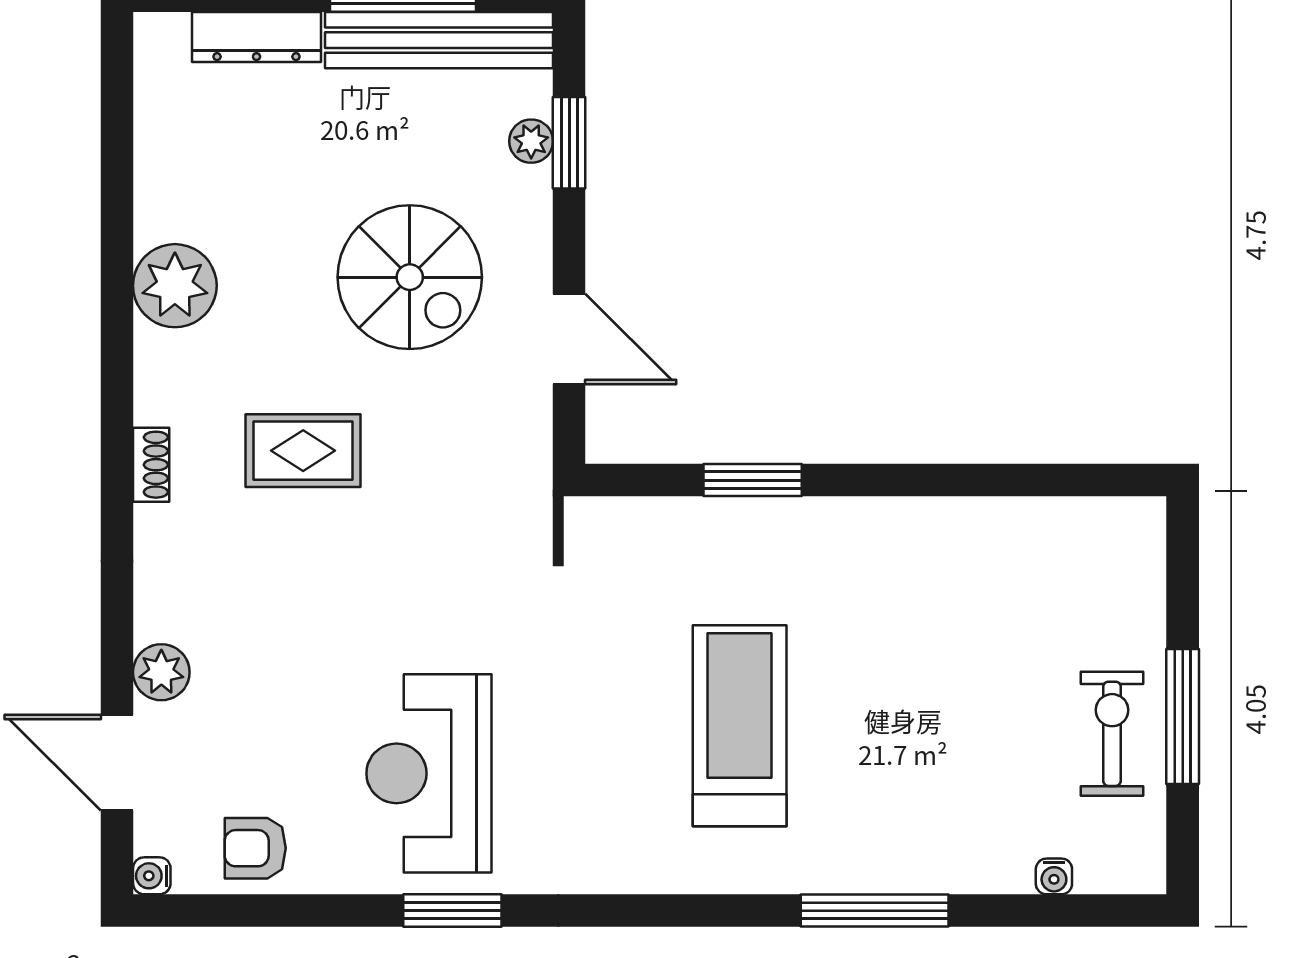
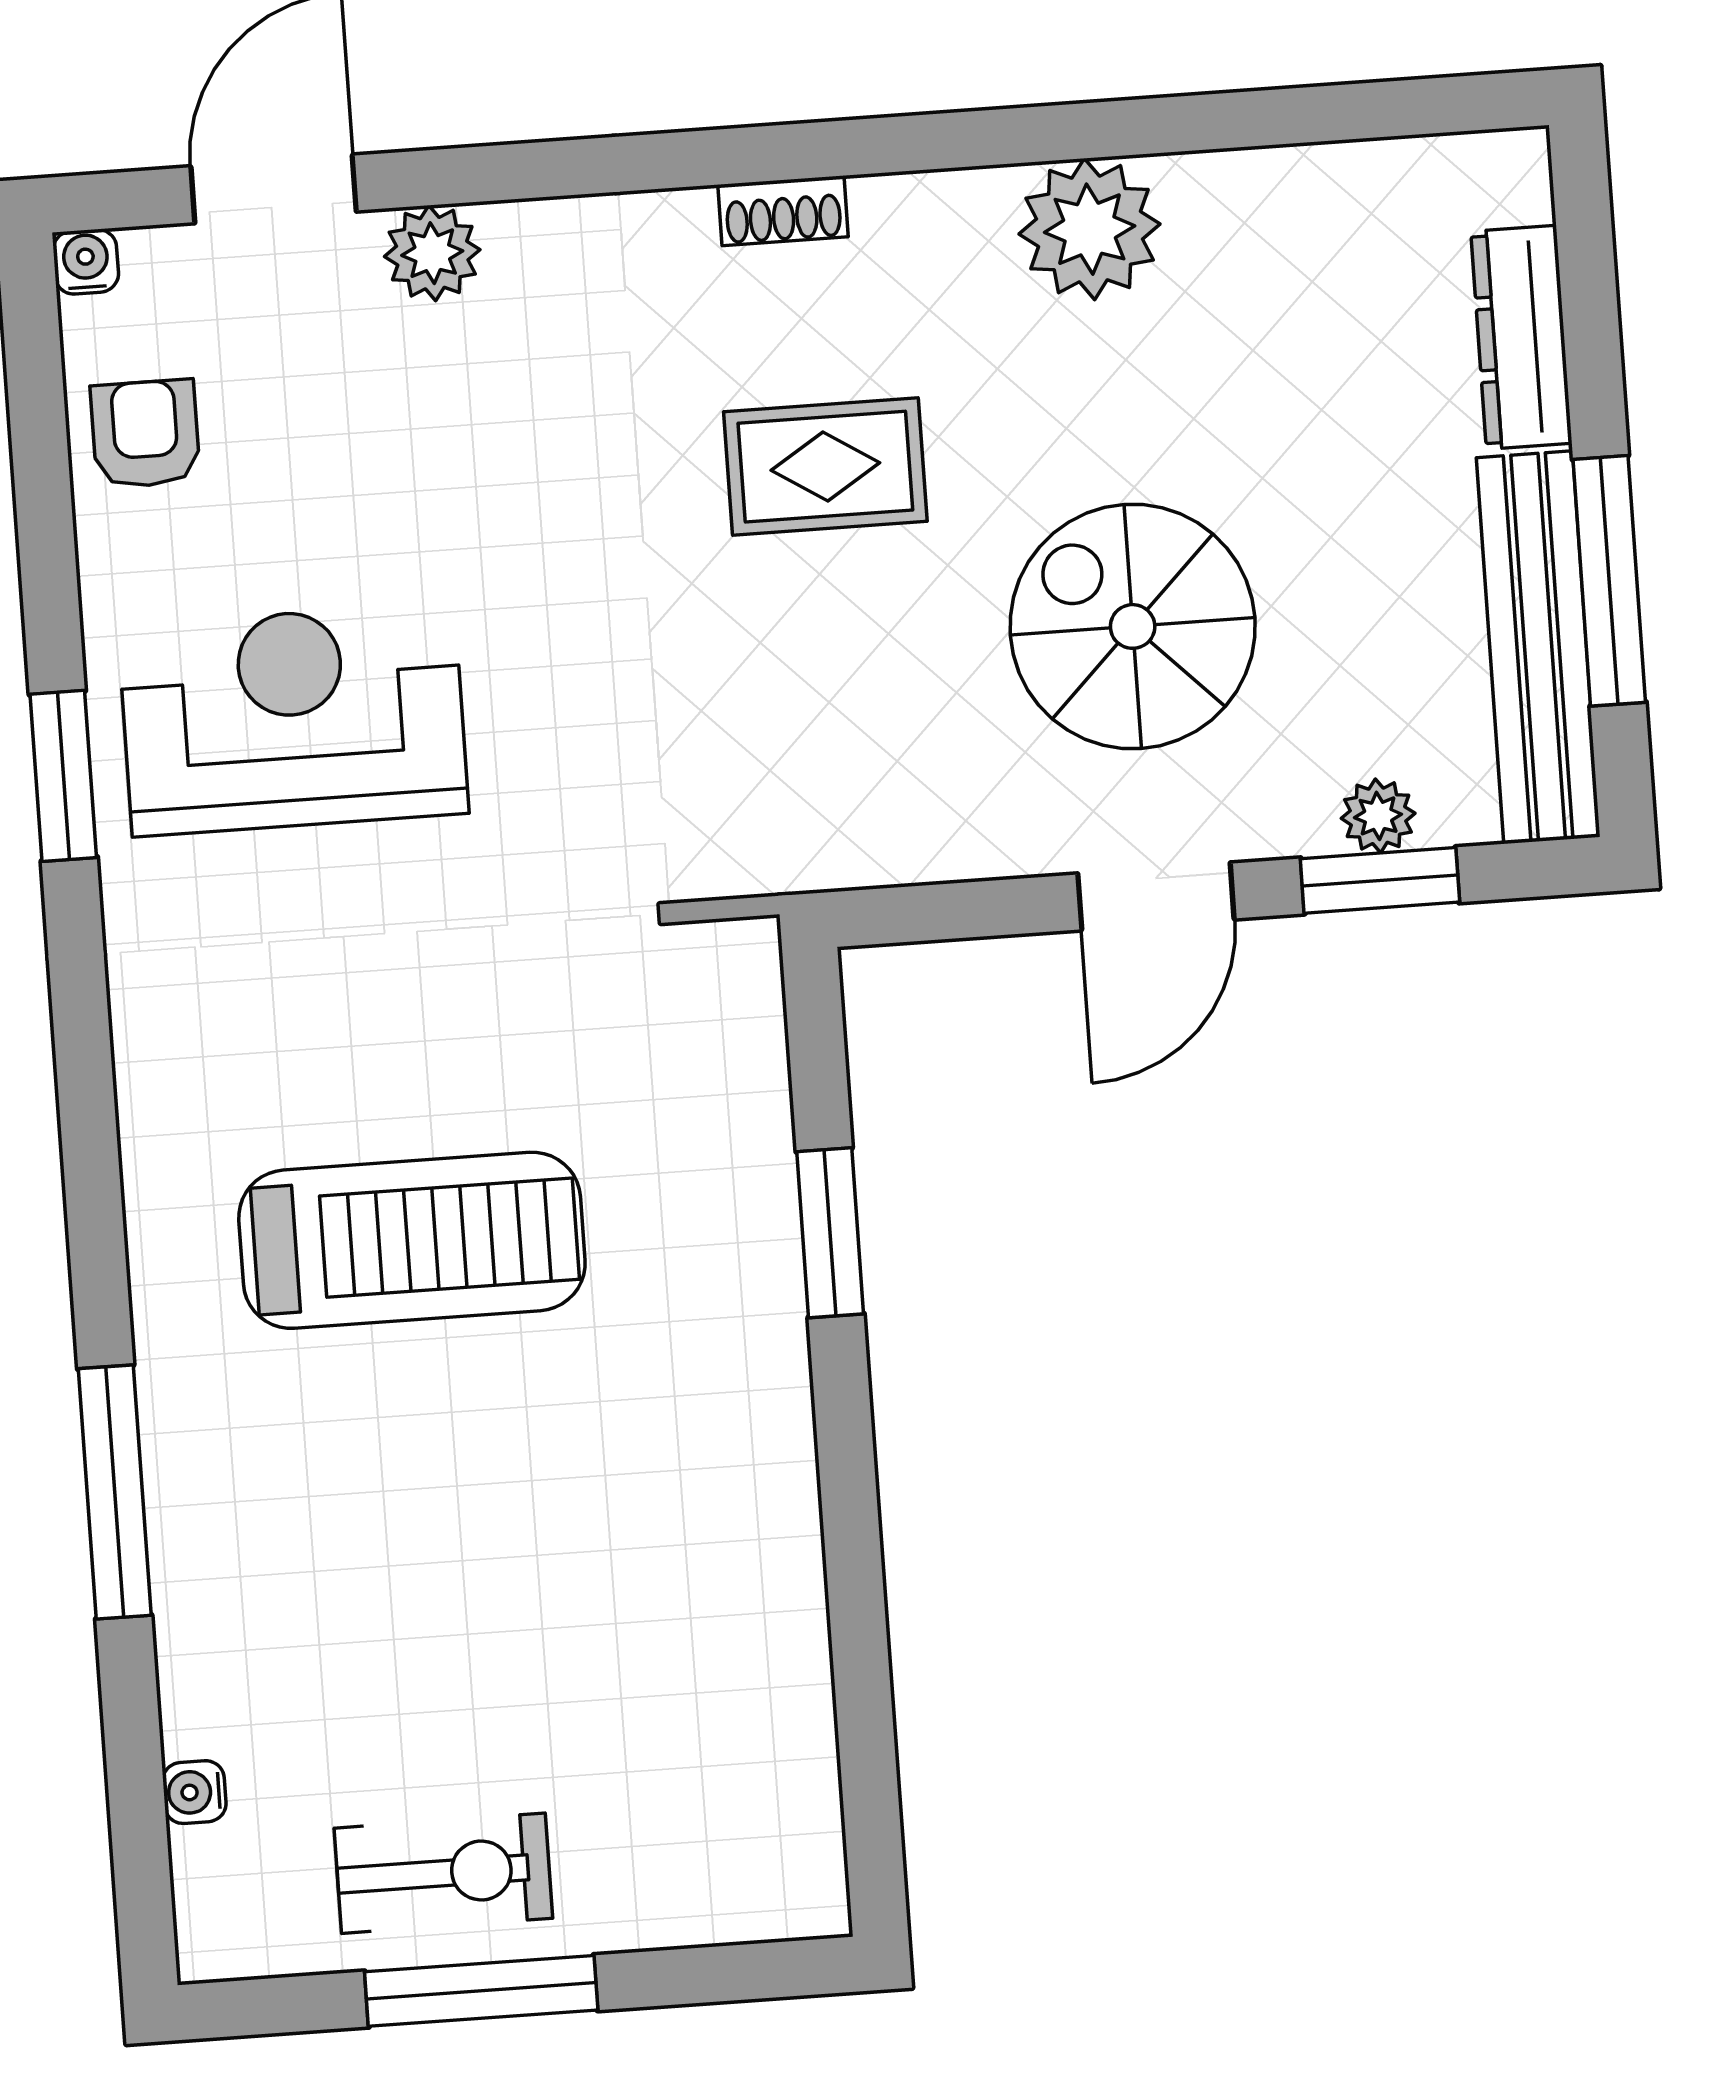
spiral stairs: (410, 277) -> (1133, 626), turned 90
door: (569, 339) -> (1156, 896), moved
rug: (303, 451) -> (825, 467), turned 90

